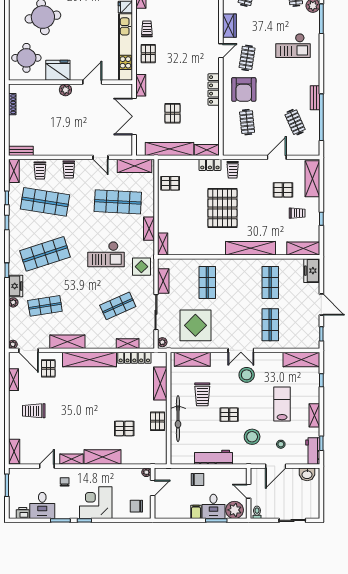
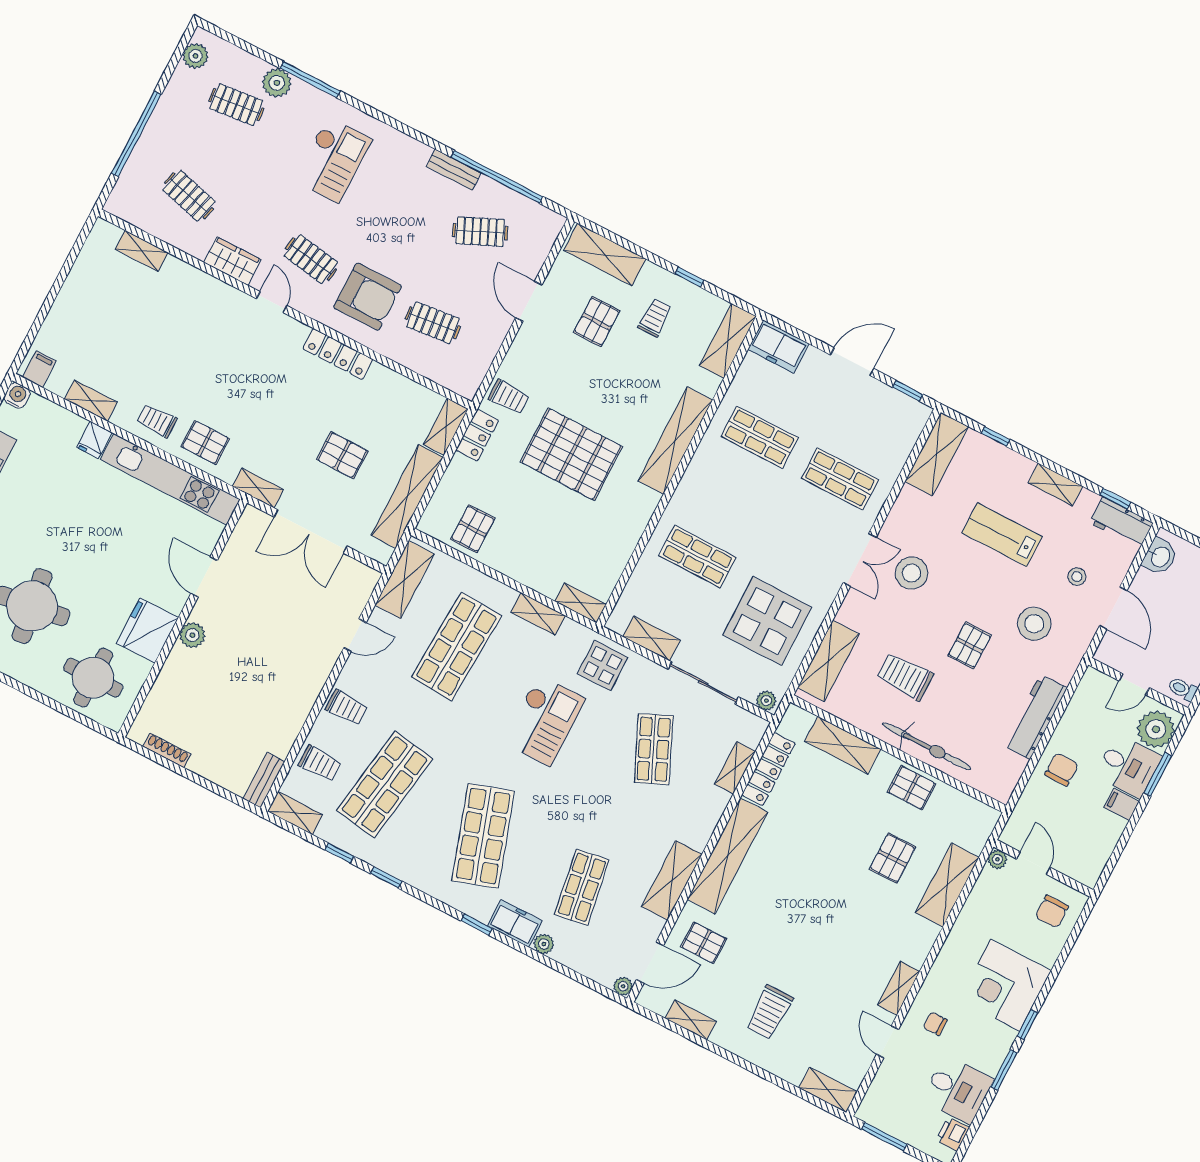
trolley: (202, 394) -> (905, 676), turned 180
shelving: (102, 457) -> (947, 885), moved

